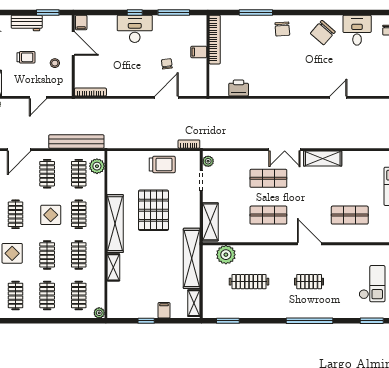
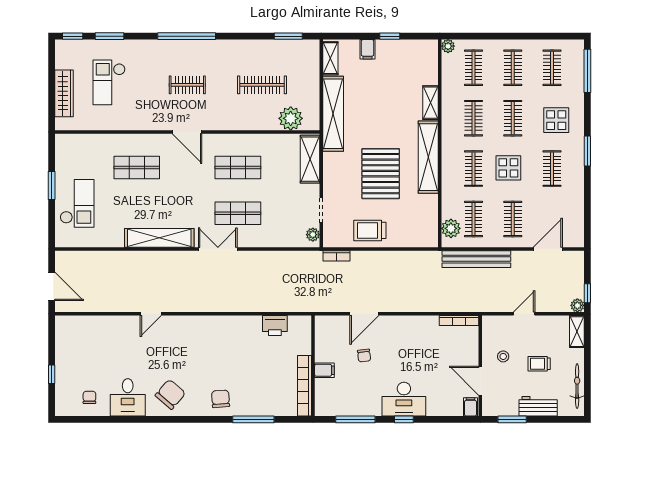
shelving: (323, 159) -> (159, 238), width x1.47

